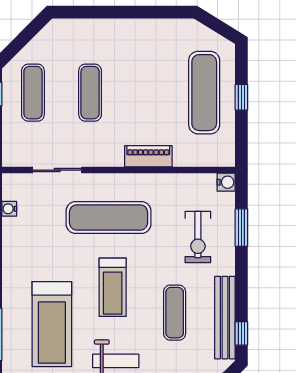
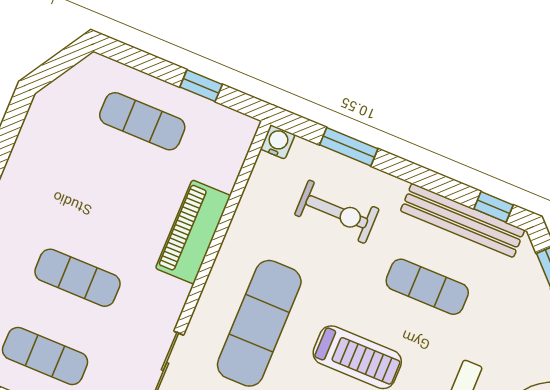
exercise mat: (204, 93) -> (142, 121), width x0.73, depth x0.69
window: (241, 97) -> (201, 86), moved
piano: (148, 156) -> (193, 232), width x1.37, depth x1.33

